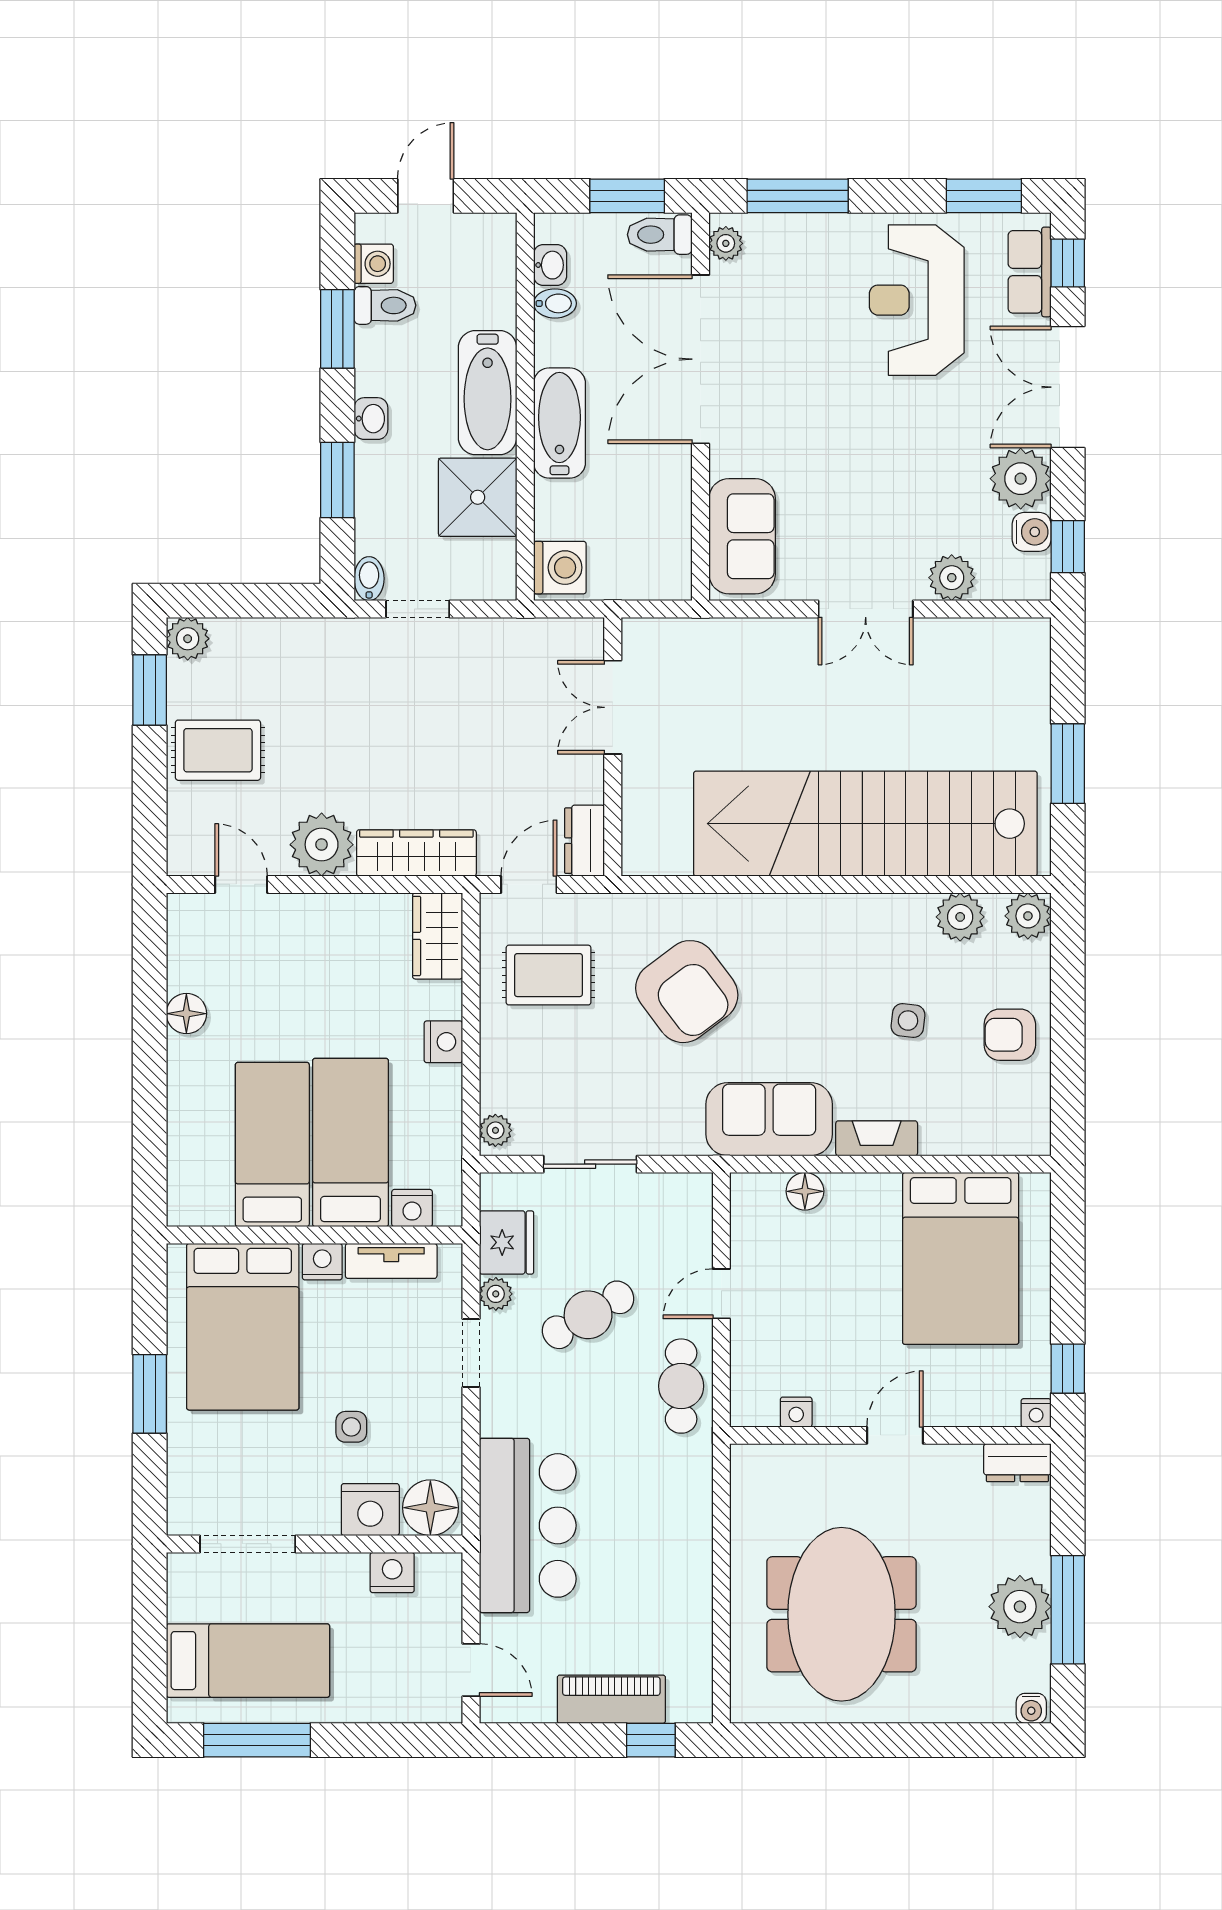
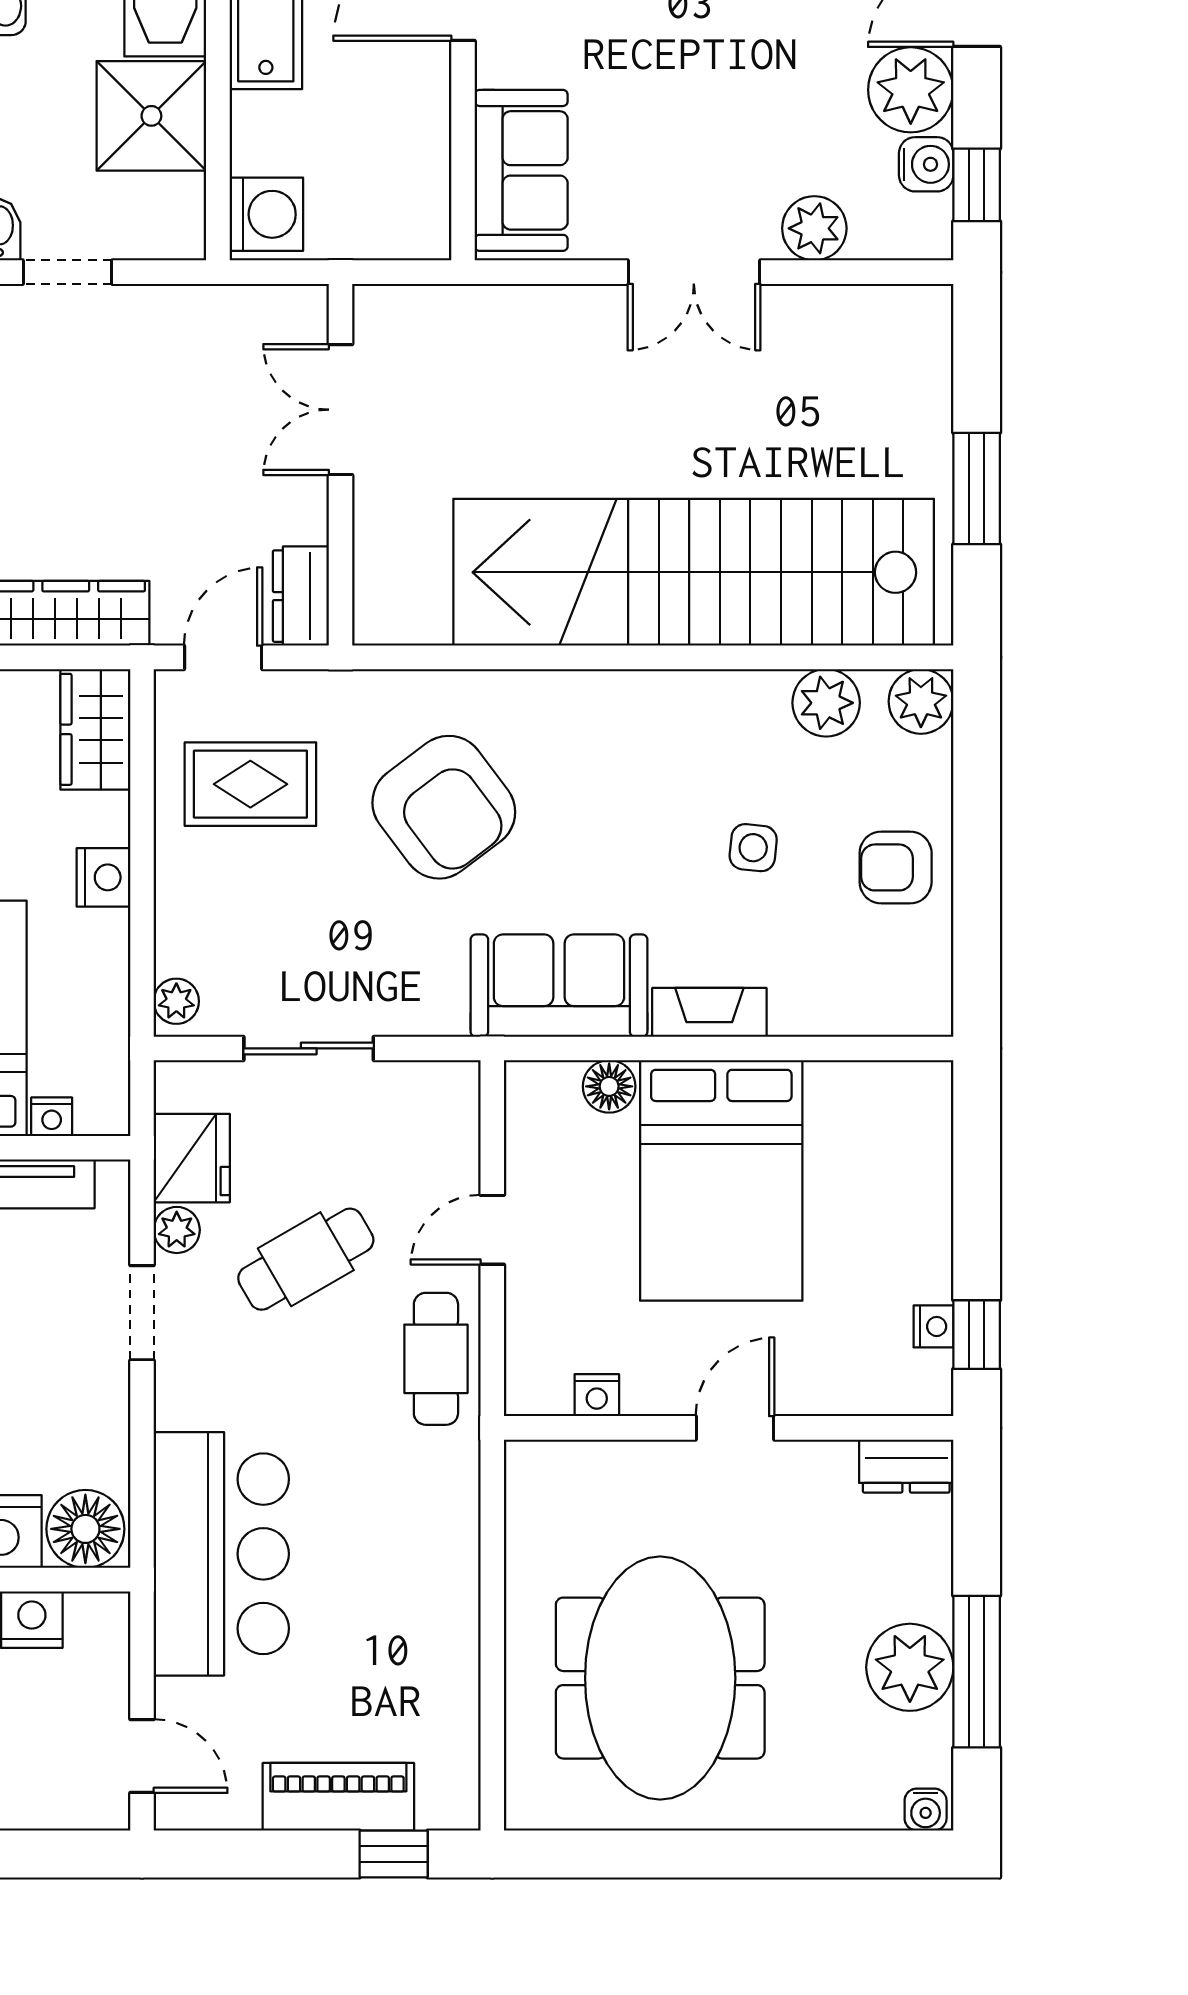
nightstand: (412, 1208) -> (52, 1117), width x0.72, depth x0.74
bed: (961, 1258) -> (721, 1180), moved
nightstand: (1036, 1413) -> (933, 1326), moved, turned -90

